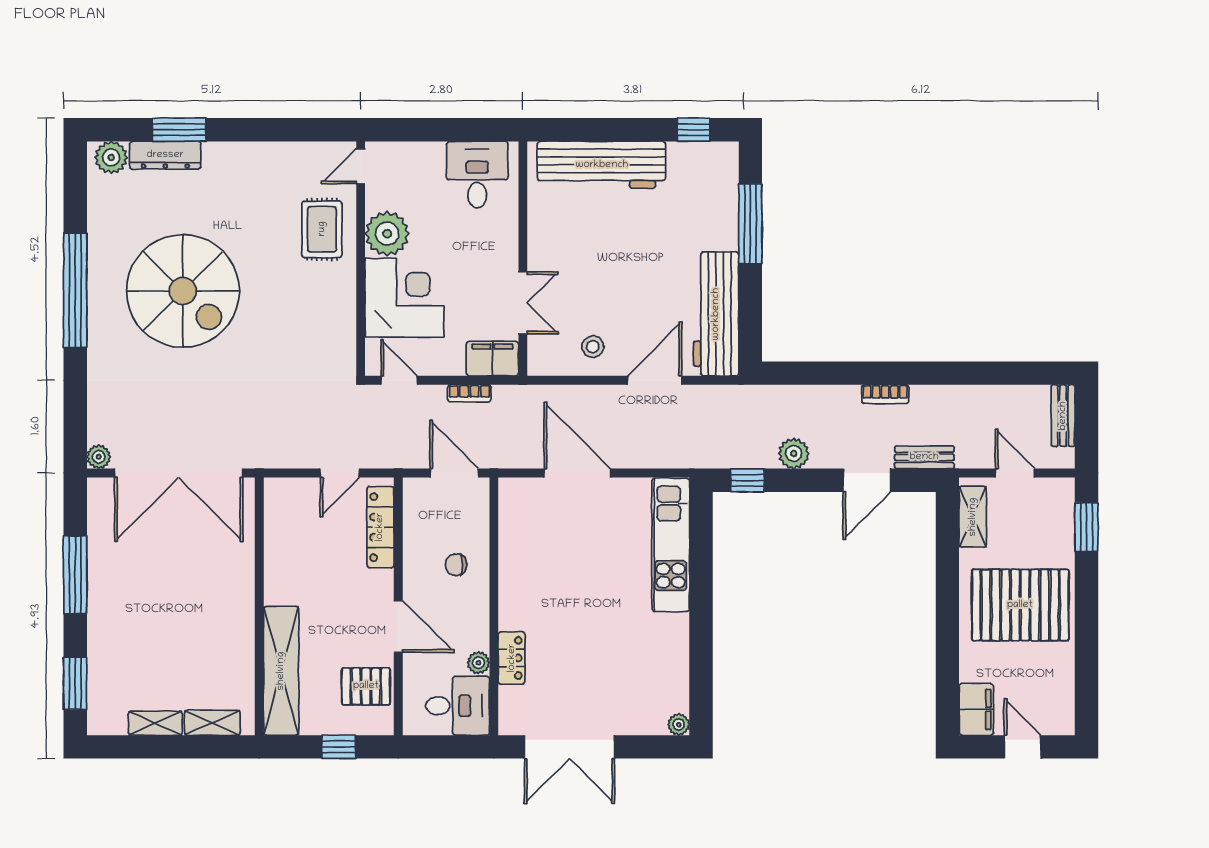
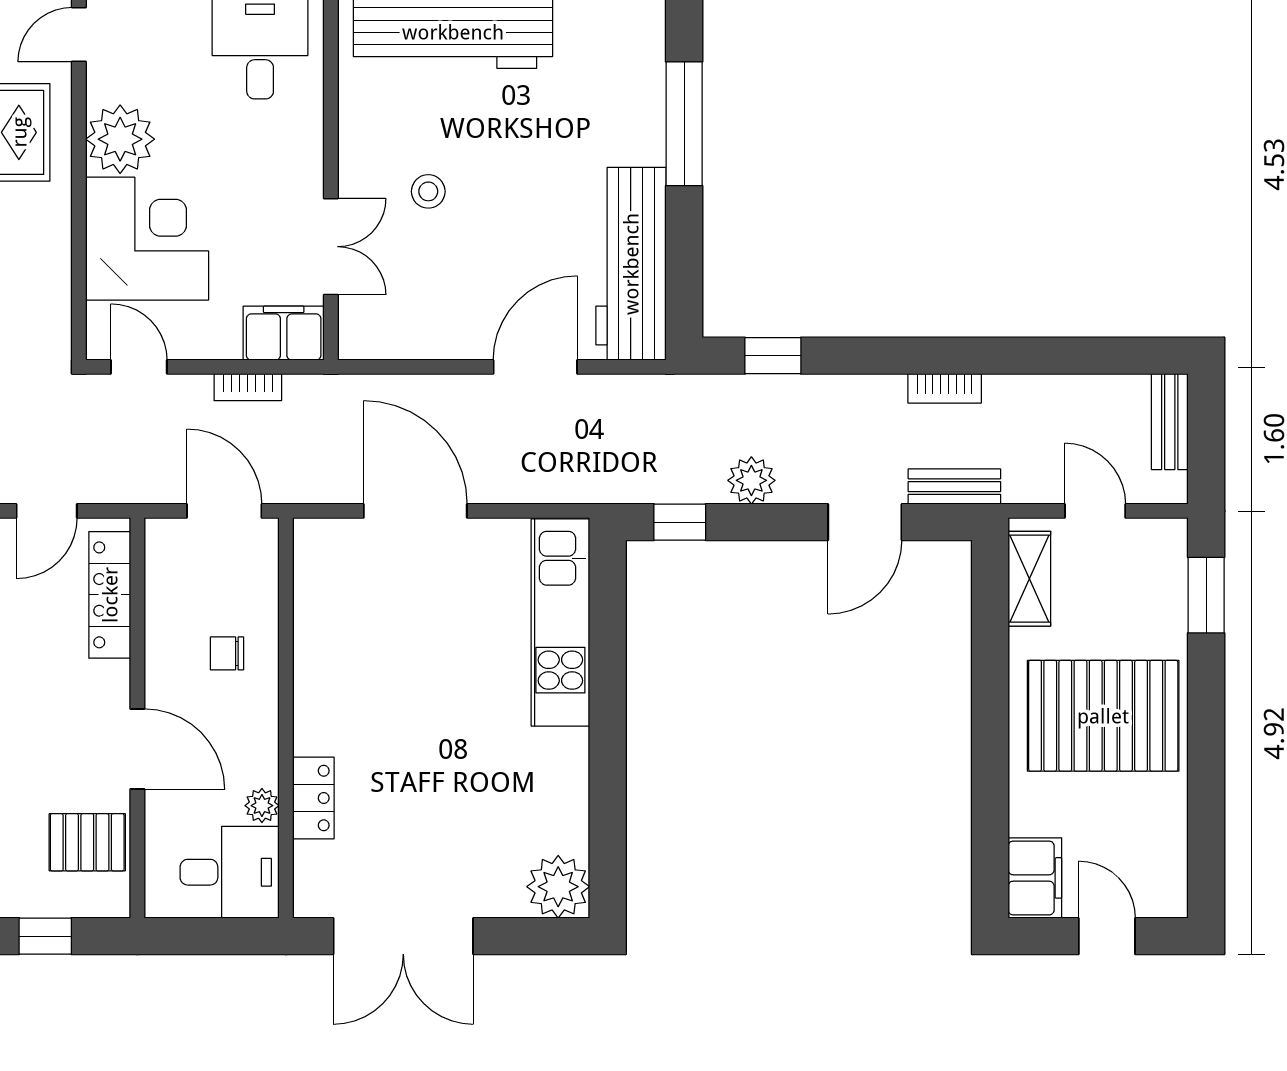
stool: (593, 347) -> (428, 191), moved
window: (807, 373) -> (773, 356), added
bookcase: (885, 394) -> (945, 388), moved
plant: (679, 725) -> (558, 887), width x1.87, depth x1.87

